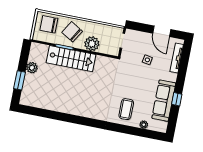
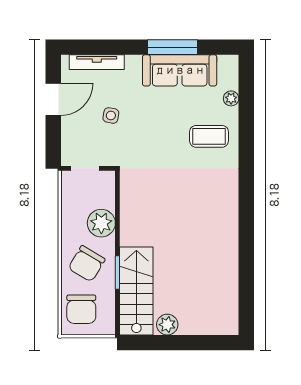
stairs: (71, 59) -> (136, 291), moved
window: (20, 80) -> (195, 343), removed
window: (177, 99) -> (172, 47), width x2.17

